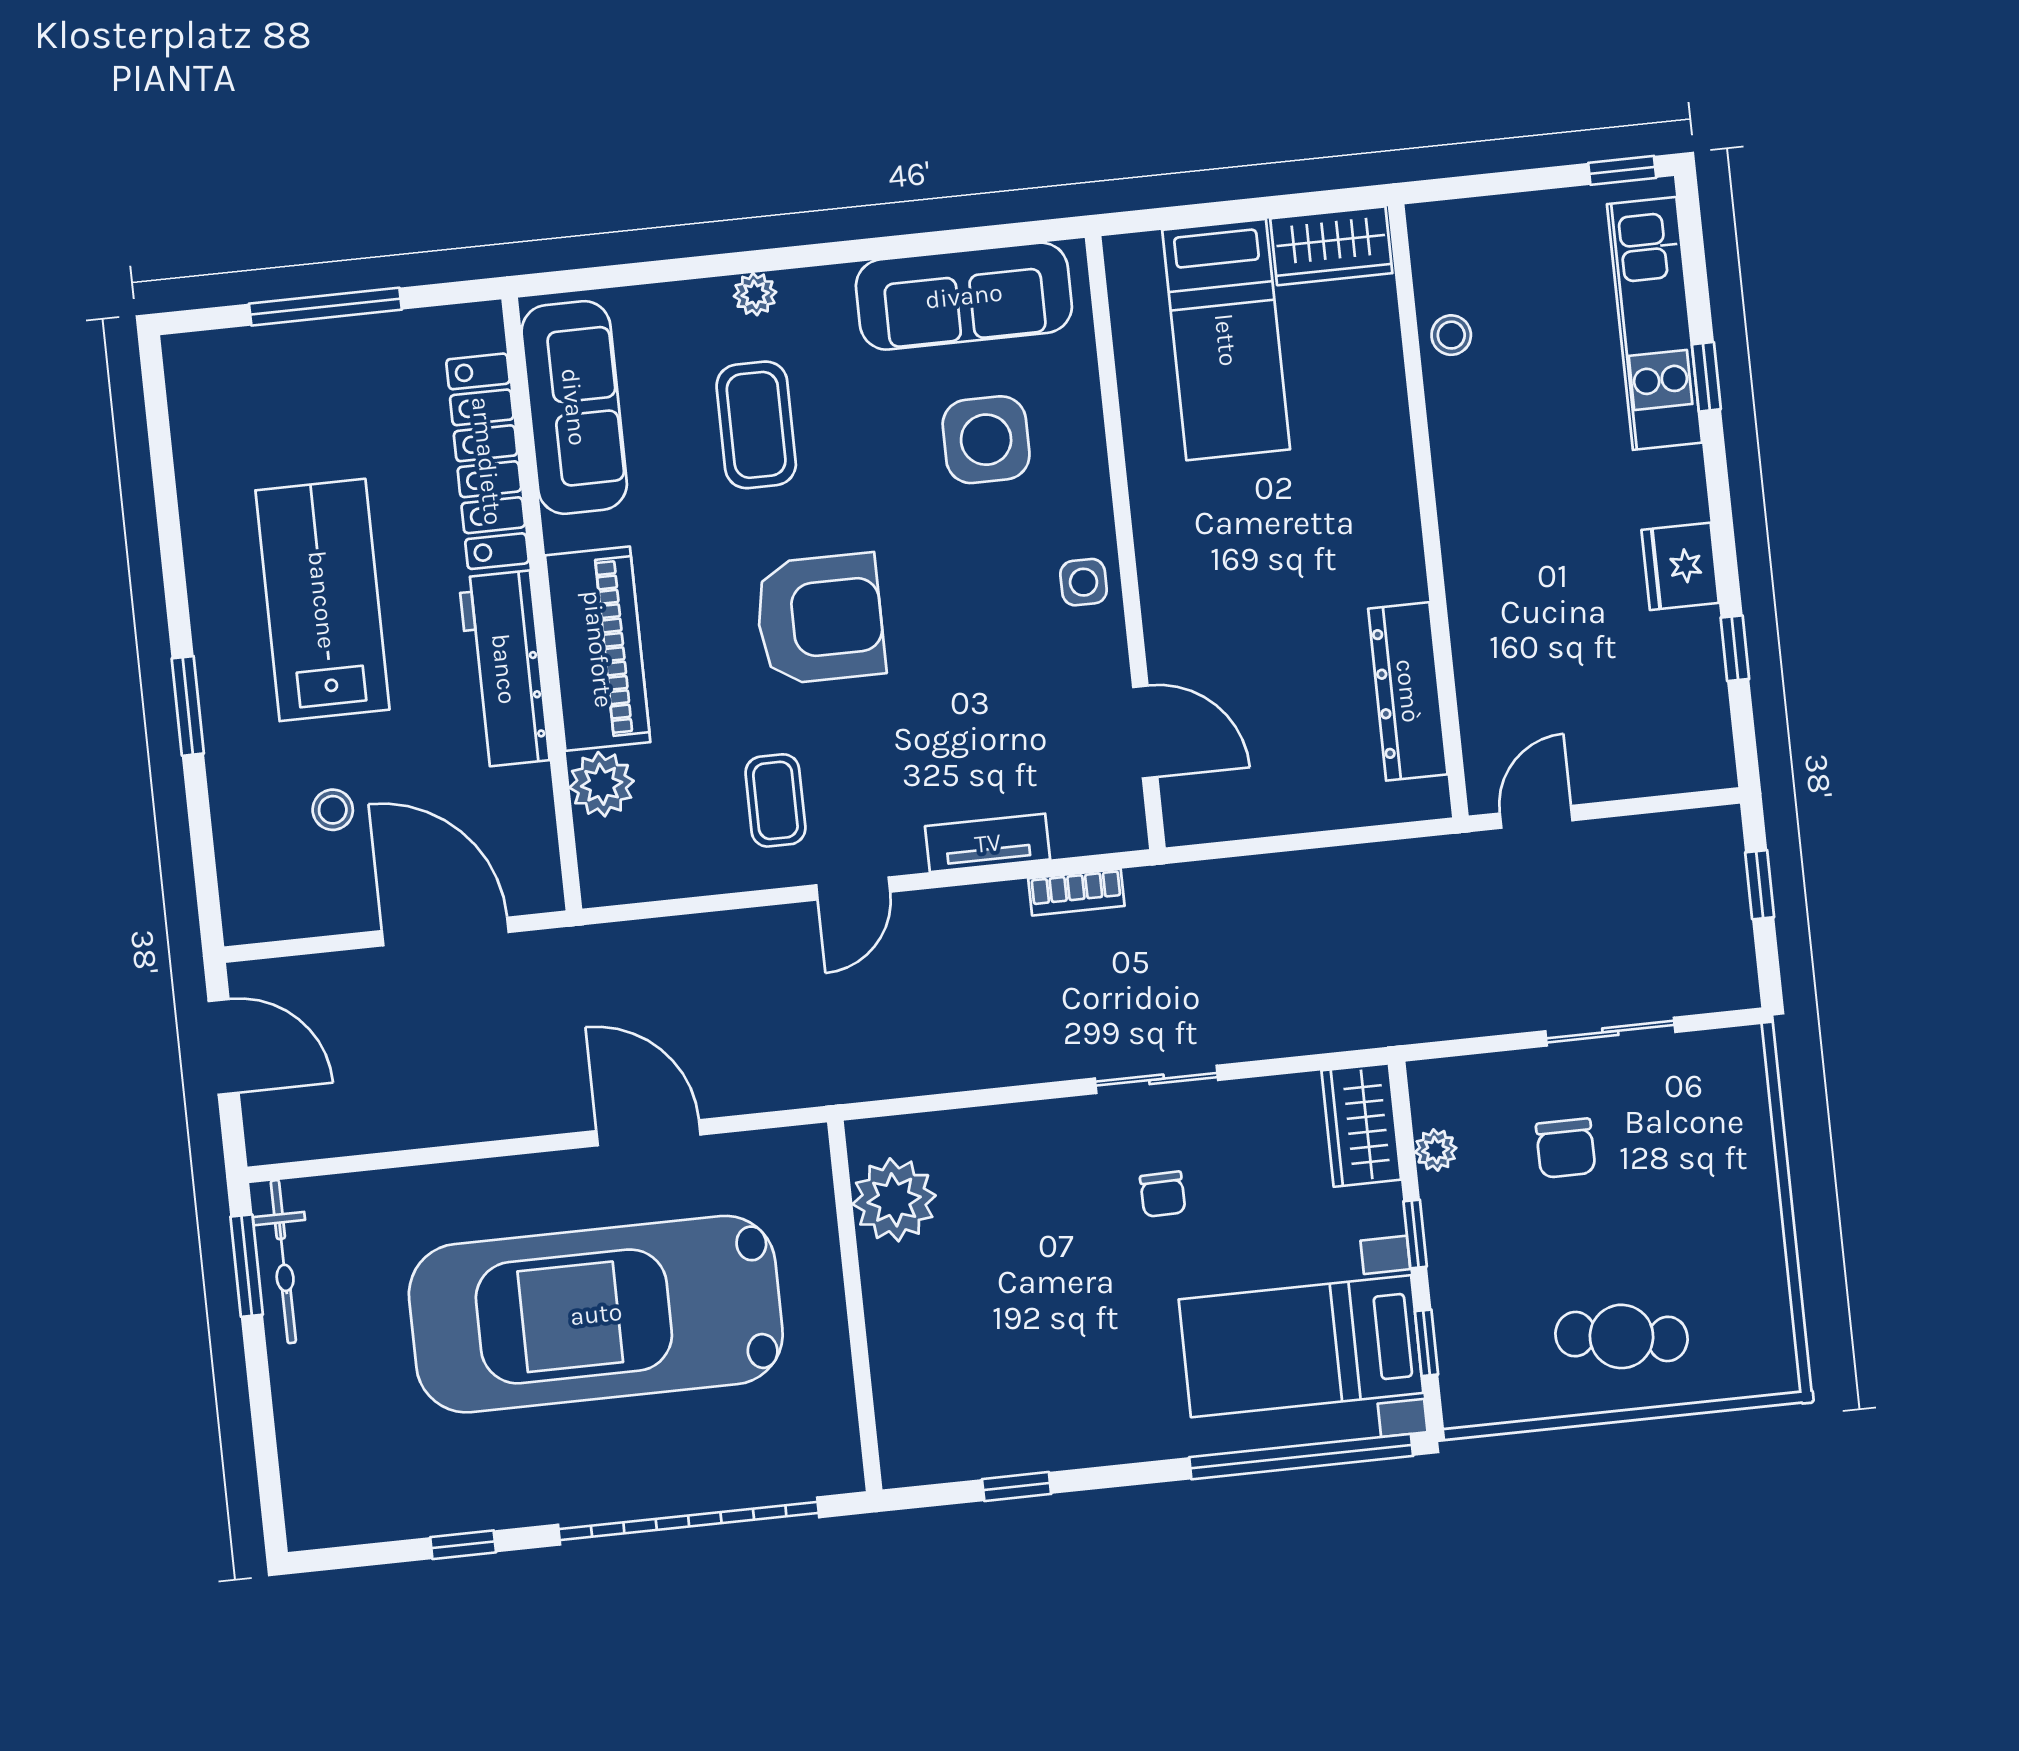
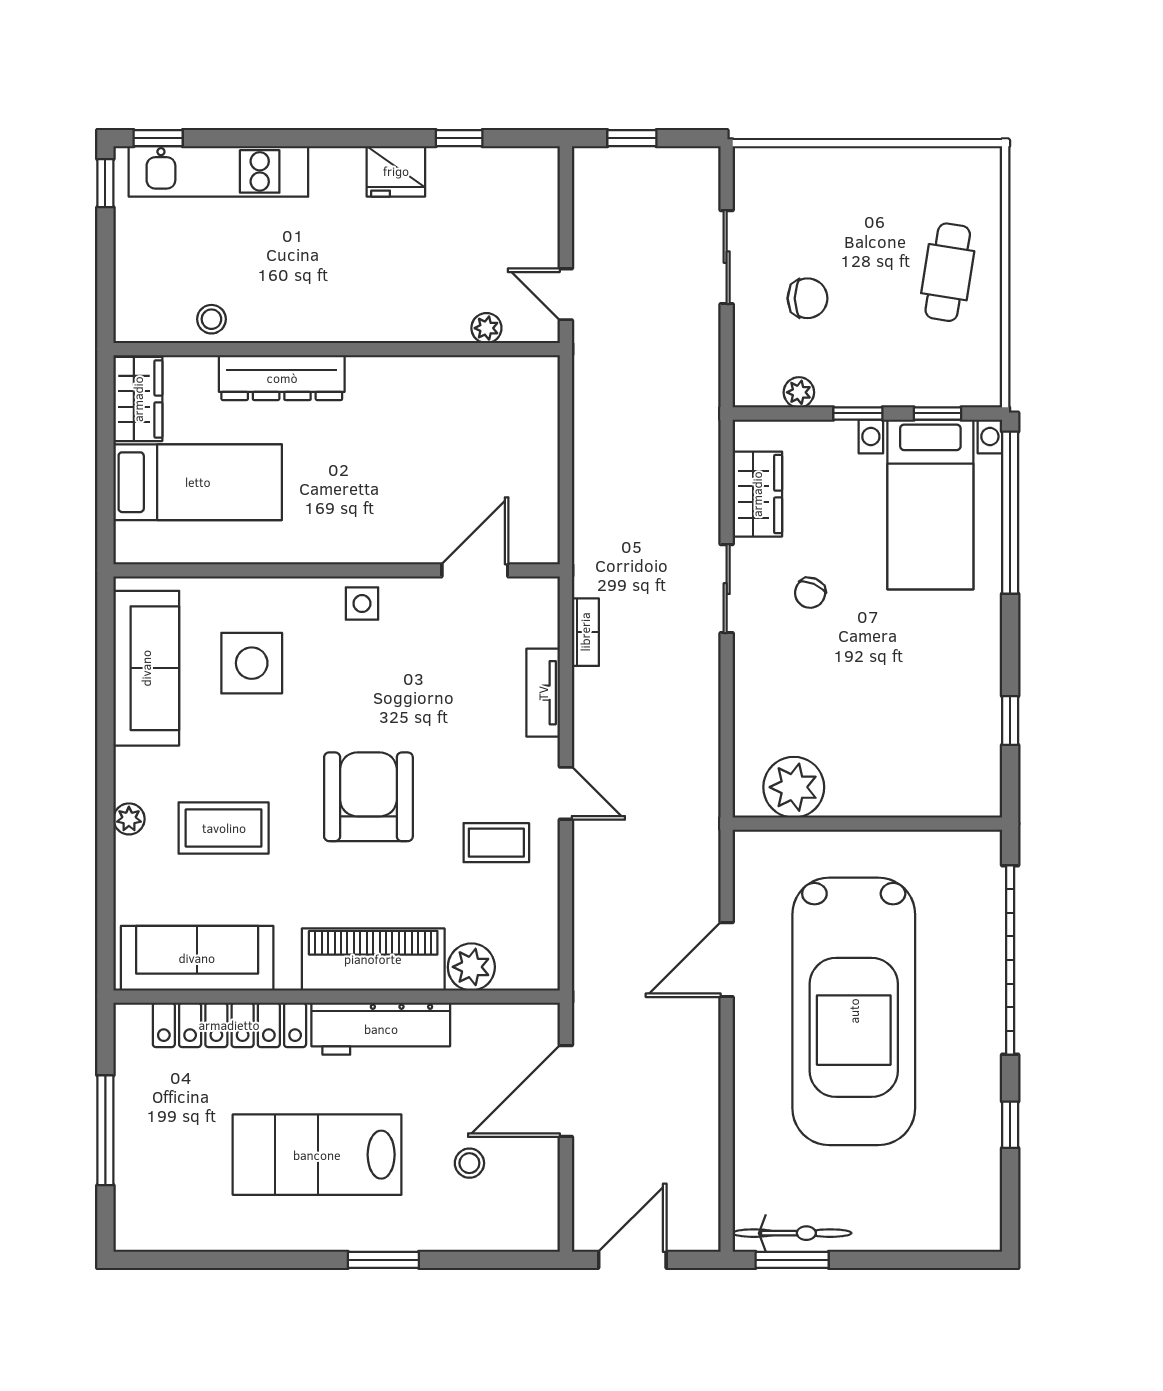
window: (1706, 377) -> (158, 138), moved
dresser: (1408, 691) -> (282, 378), moved
plant: (1479, 713) -> (486, 328), added
wardrobe: (1361, 1125) -> (757, 494), moved, turned -90
chair: (1163, 1194) -> (810, 593), turned 114

